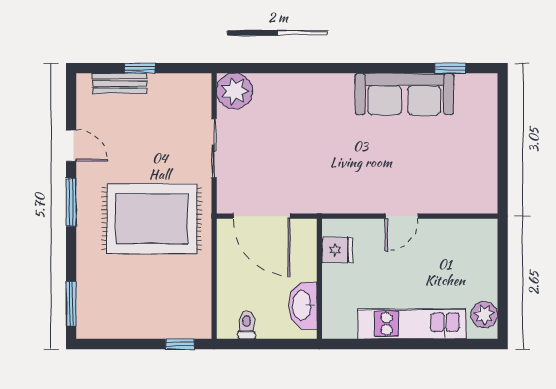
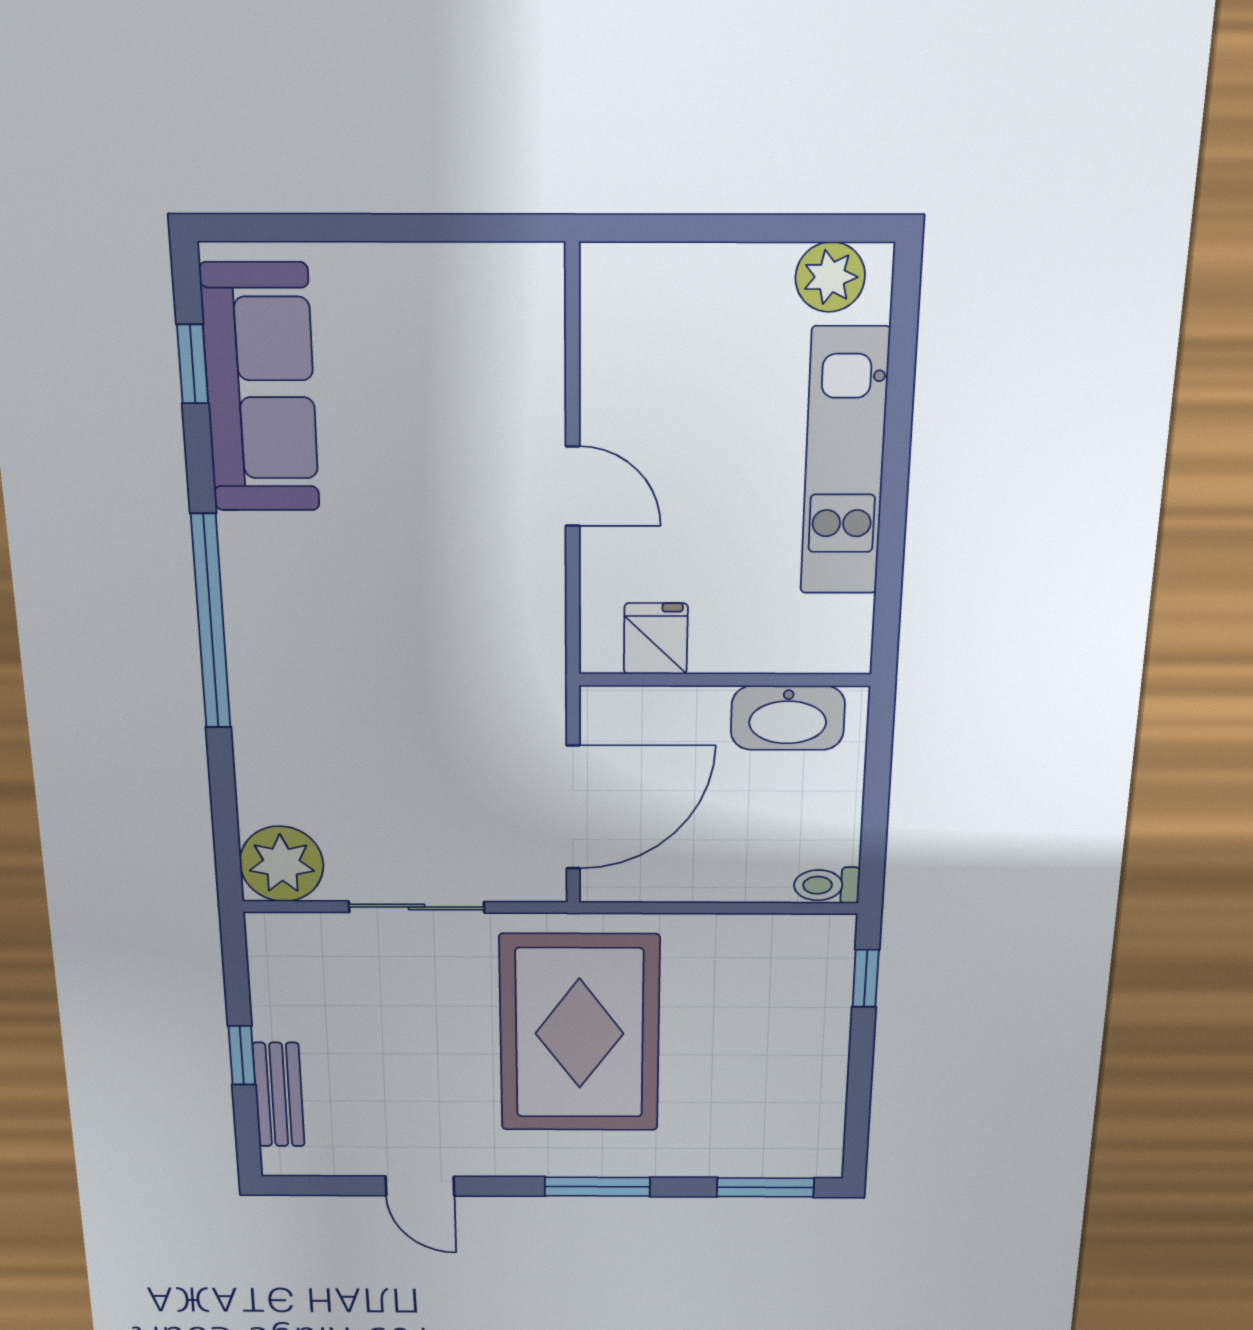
window: (344, 68) -> (211, 622), added
sofa: (404, 94) -> (260, 389), moved
door: (71, 146) -> (420, 1186), swing flipped
window: (71, 202) -> (597, 1187), moved
toilet: (247, 325) -> (827, 885), moved

